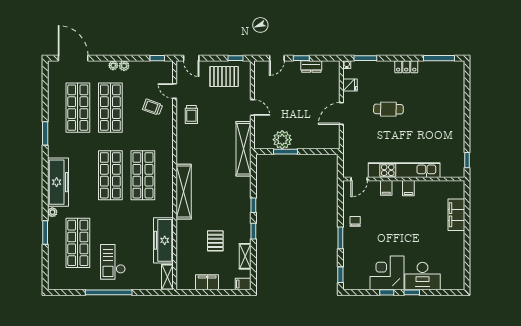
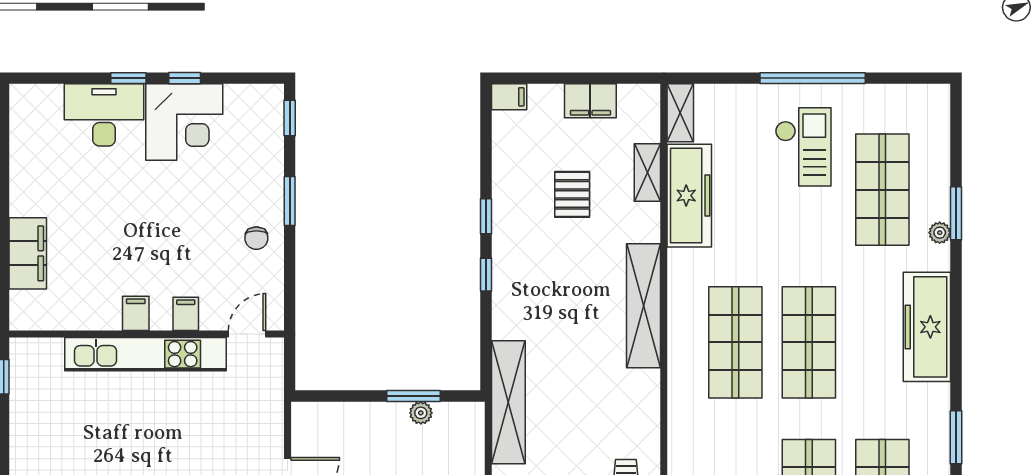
plant: (282, 140) -> (421, 413), width x0.53, depth x0.53
plant: (52, 212) -> (940, 233), moved
shelving: (245, 256) -> (647, 172), moved

